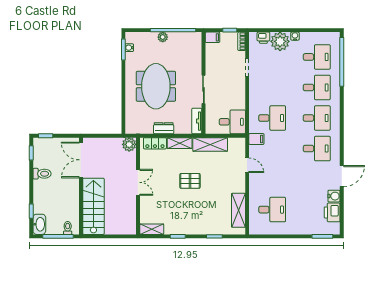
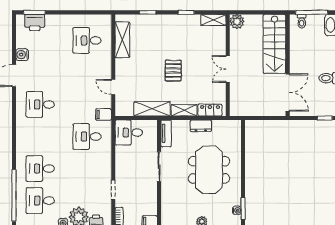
desk: (317, 118) -> (40, 137), removed
plant: (129, 144) -> (237, 22), moved
pallet: (190, 181) -> (173, 71), turned 90
printer: (332, 212) -> (35, 22), moved, turned 90

